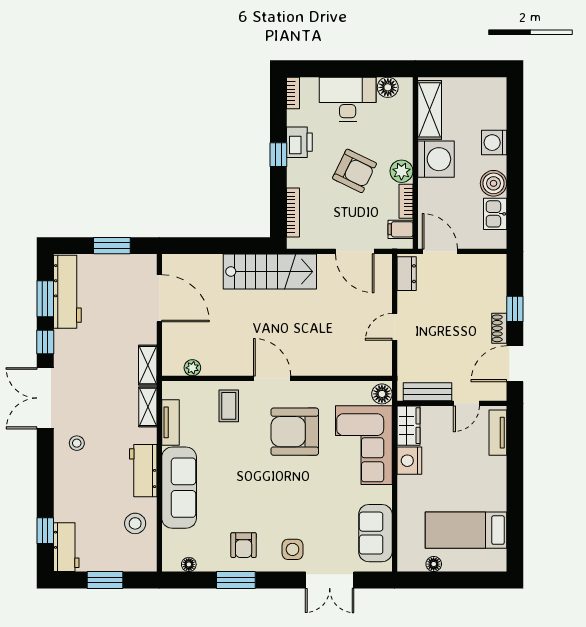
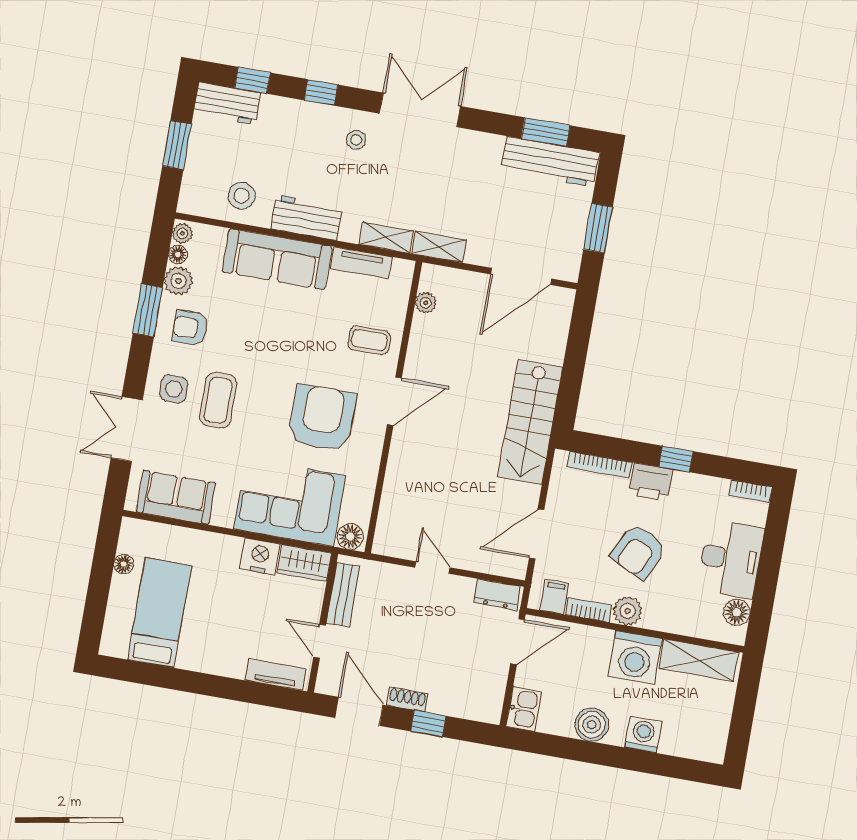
printer: (299, 142) -> (651, 482), moved
kitchen sink: (495, 214) -> (524, 709), moved, turned 90
window: (45, 342) -> (321, 92), moved
coffee table: (295, 514) -> (218, 400), added
plant: (209, 560) -> (178, 281), added
plant: (172, 564) -> (182, 233), added

